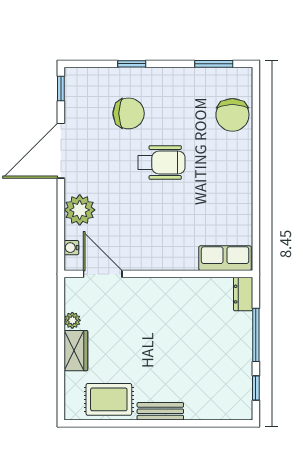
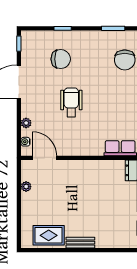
wheelchair: (161, 162) -> (71, 102), moved, turned -90
plant: (80, 210) -> (26, 123), width x0.53, depth x0.53
wardrobe: (76, 351) -> (28, 205), removed

